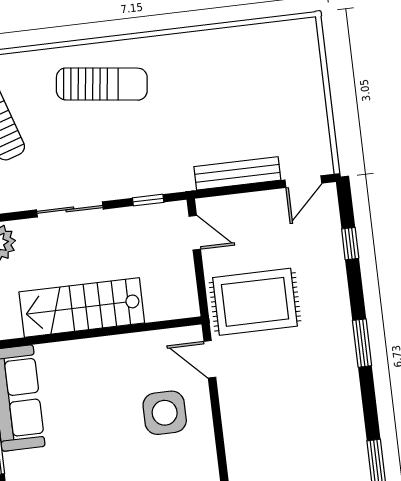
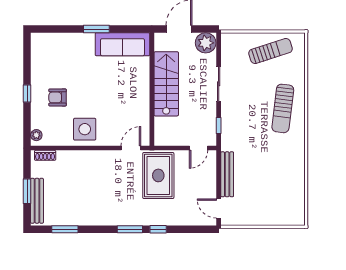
window: (350, 244) -> (158, 229), moved
side table: (165, 413) -> (85, 129), moved

